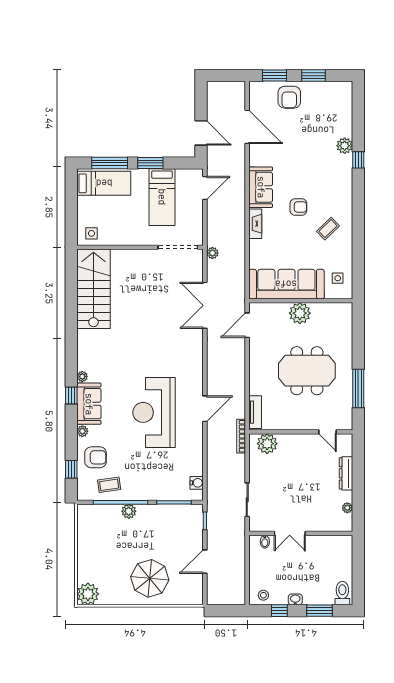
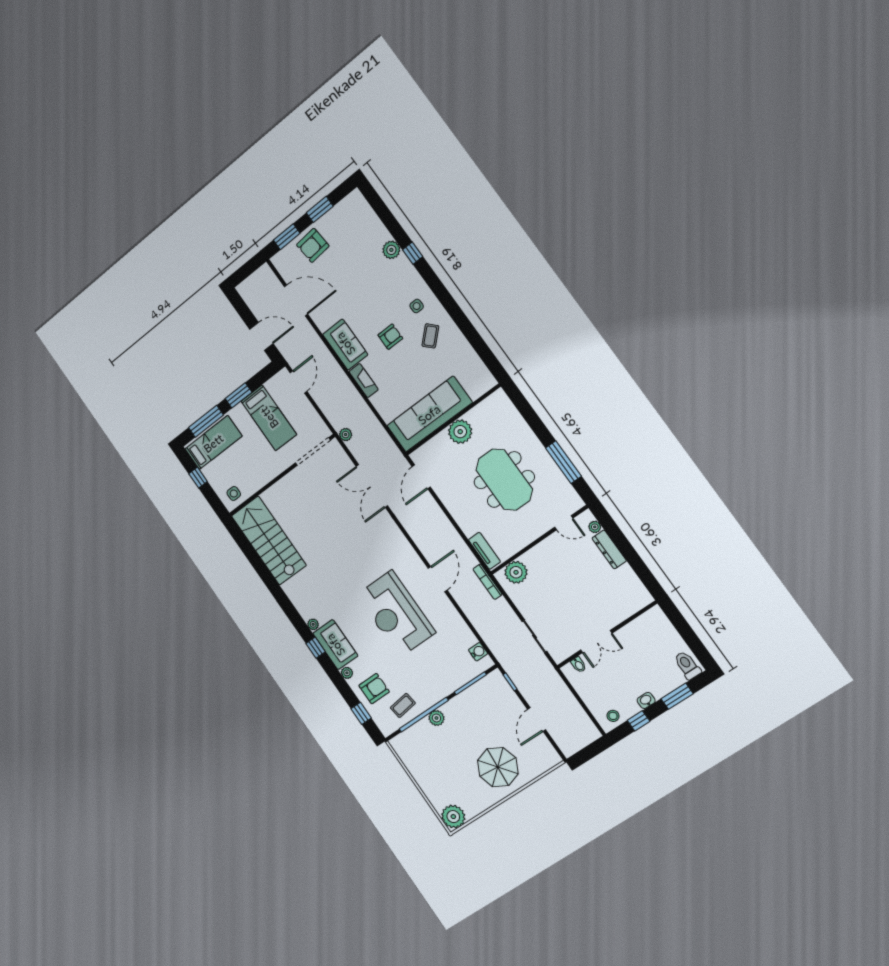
armchair: (289, 97) -> (313, 245), turned 85
window: (71, 201) -> (198, 478), added
side table: (338, 278) -> (417, 306), moved
meeting table: (307, 371) -> (504, 480), turned 90
plant: (347, 508) -> (595, 527), moved

